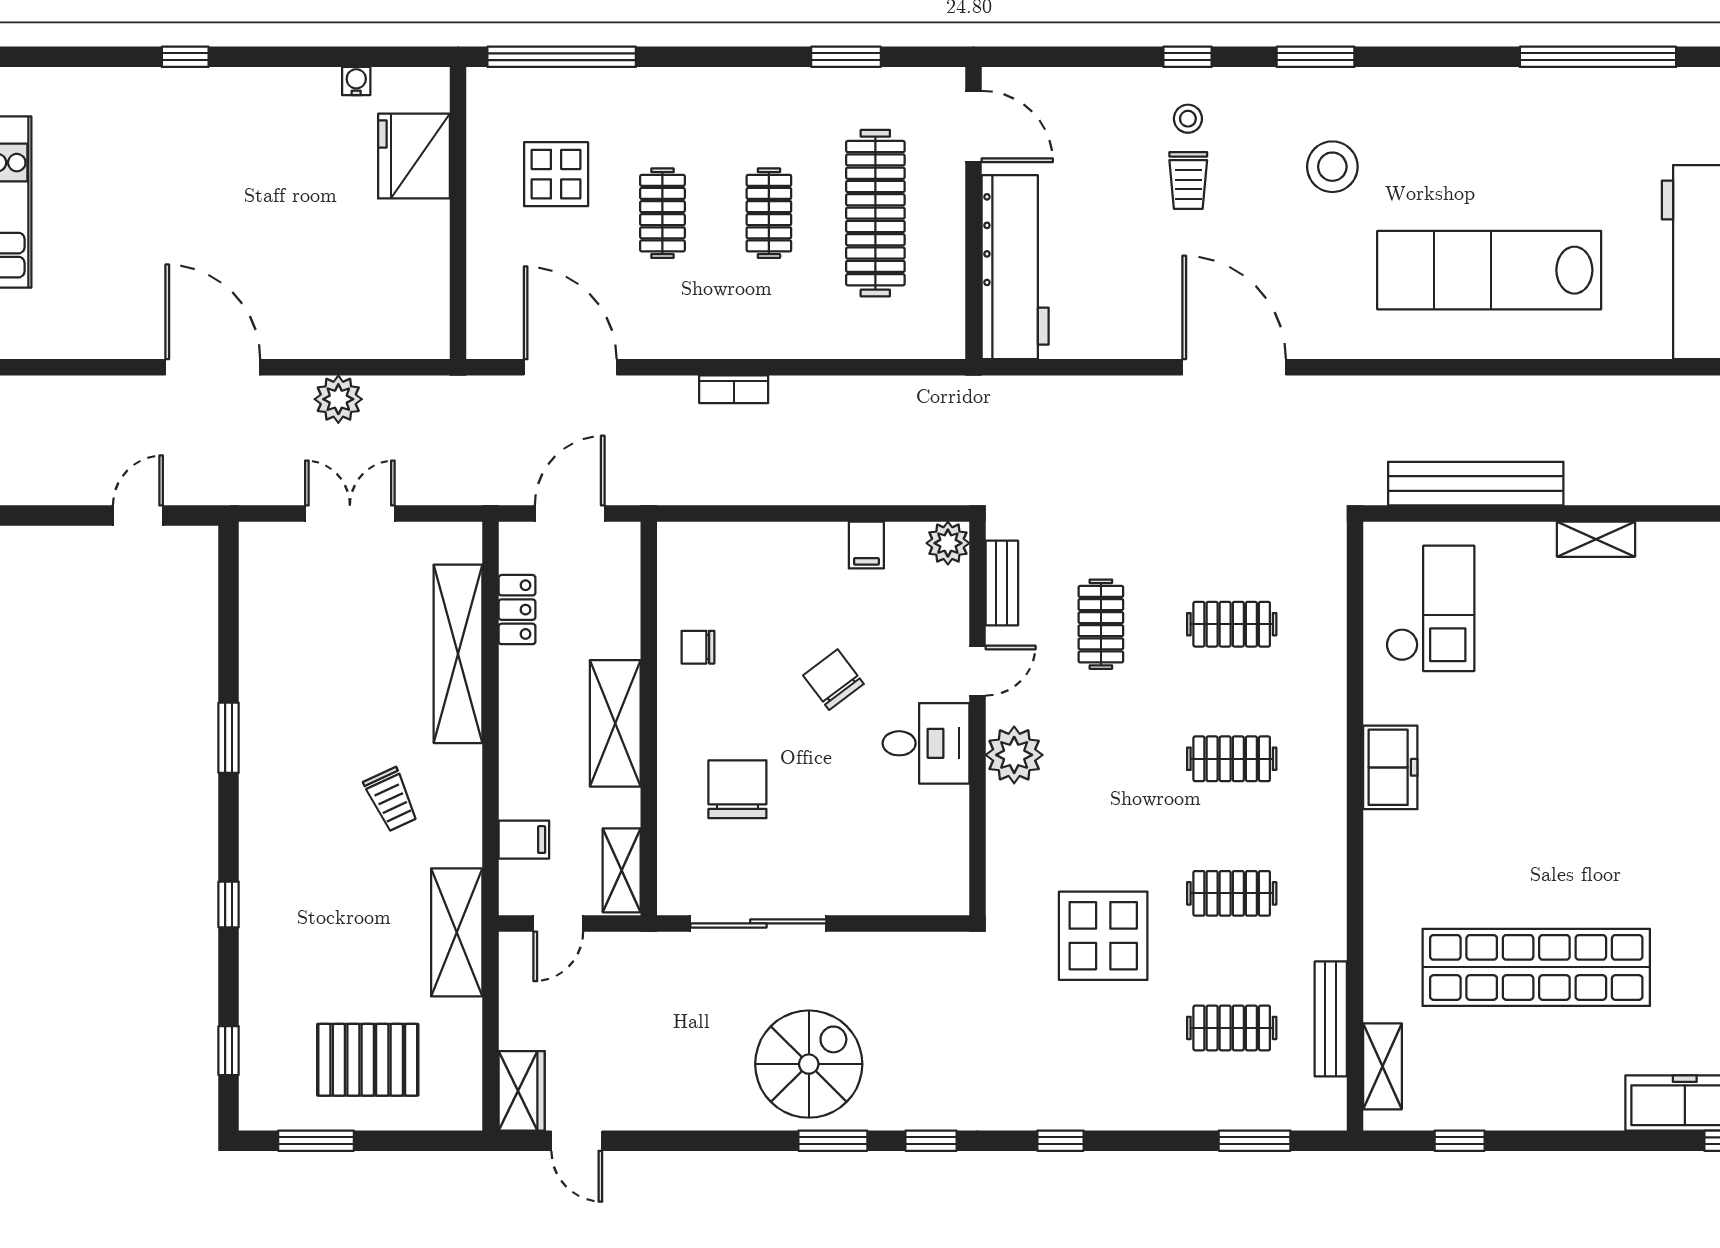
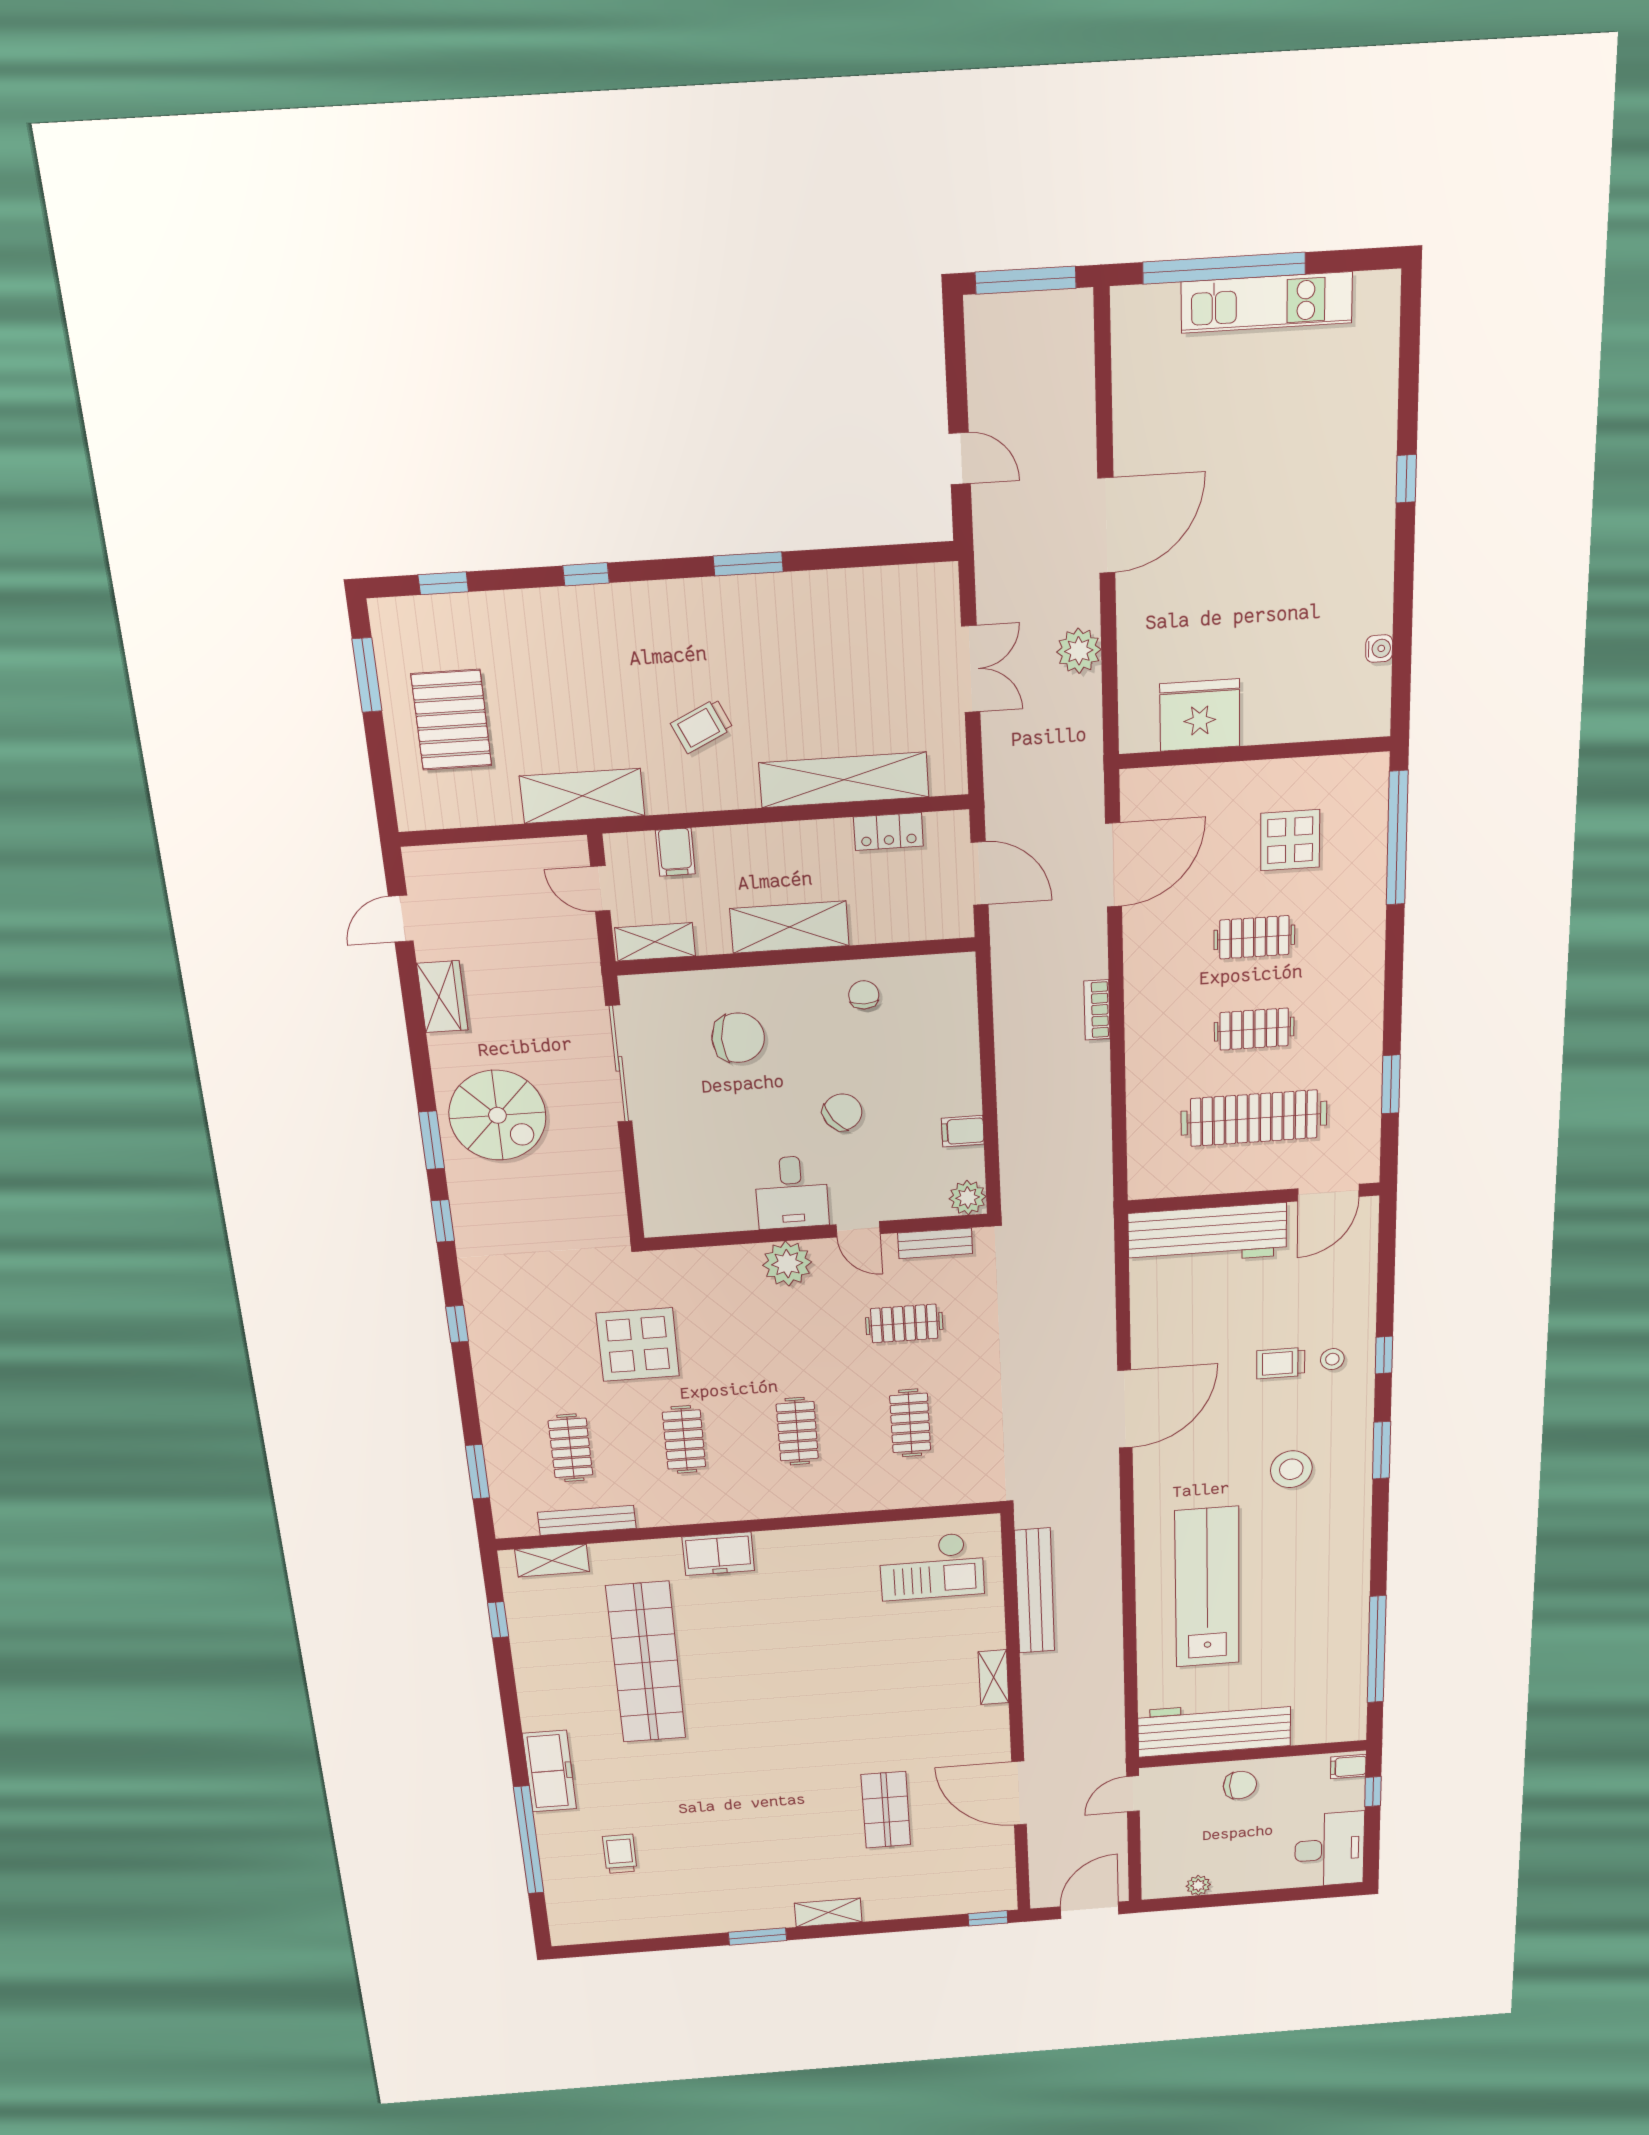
fridge: (414, 156) -> (1200, 715), moved
freezer: (1390, 767) -> (718, 1554), moved
wardrobe: (522, 1091) -> (442, 997), moved, turned -90

